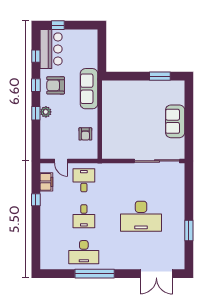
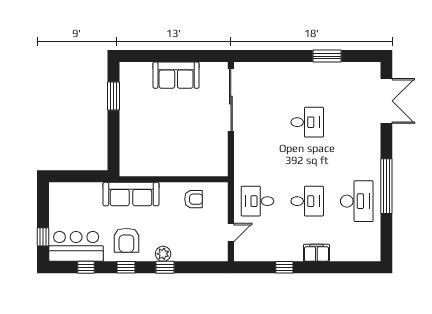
filing cabinet: (46, 182) -> (316, 253), moved
desk: (141, 216) -> (307, 122), width x0.53, depth x0.77

